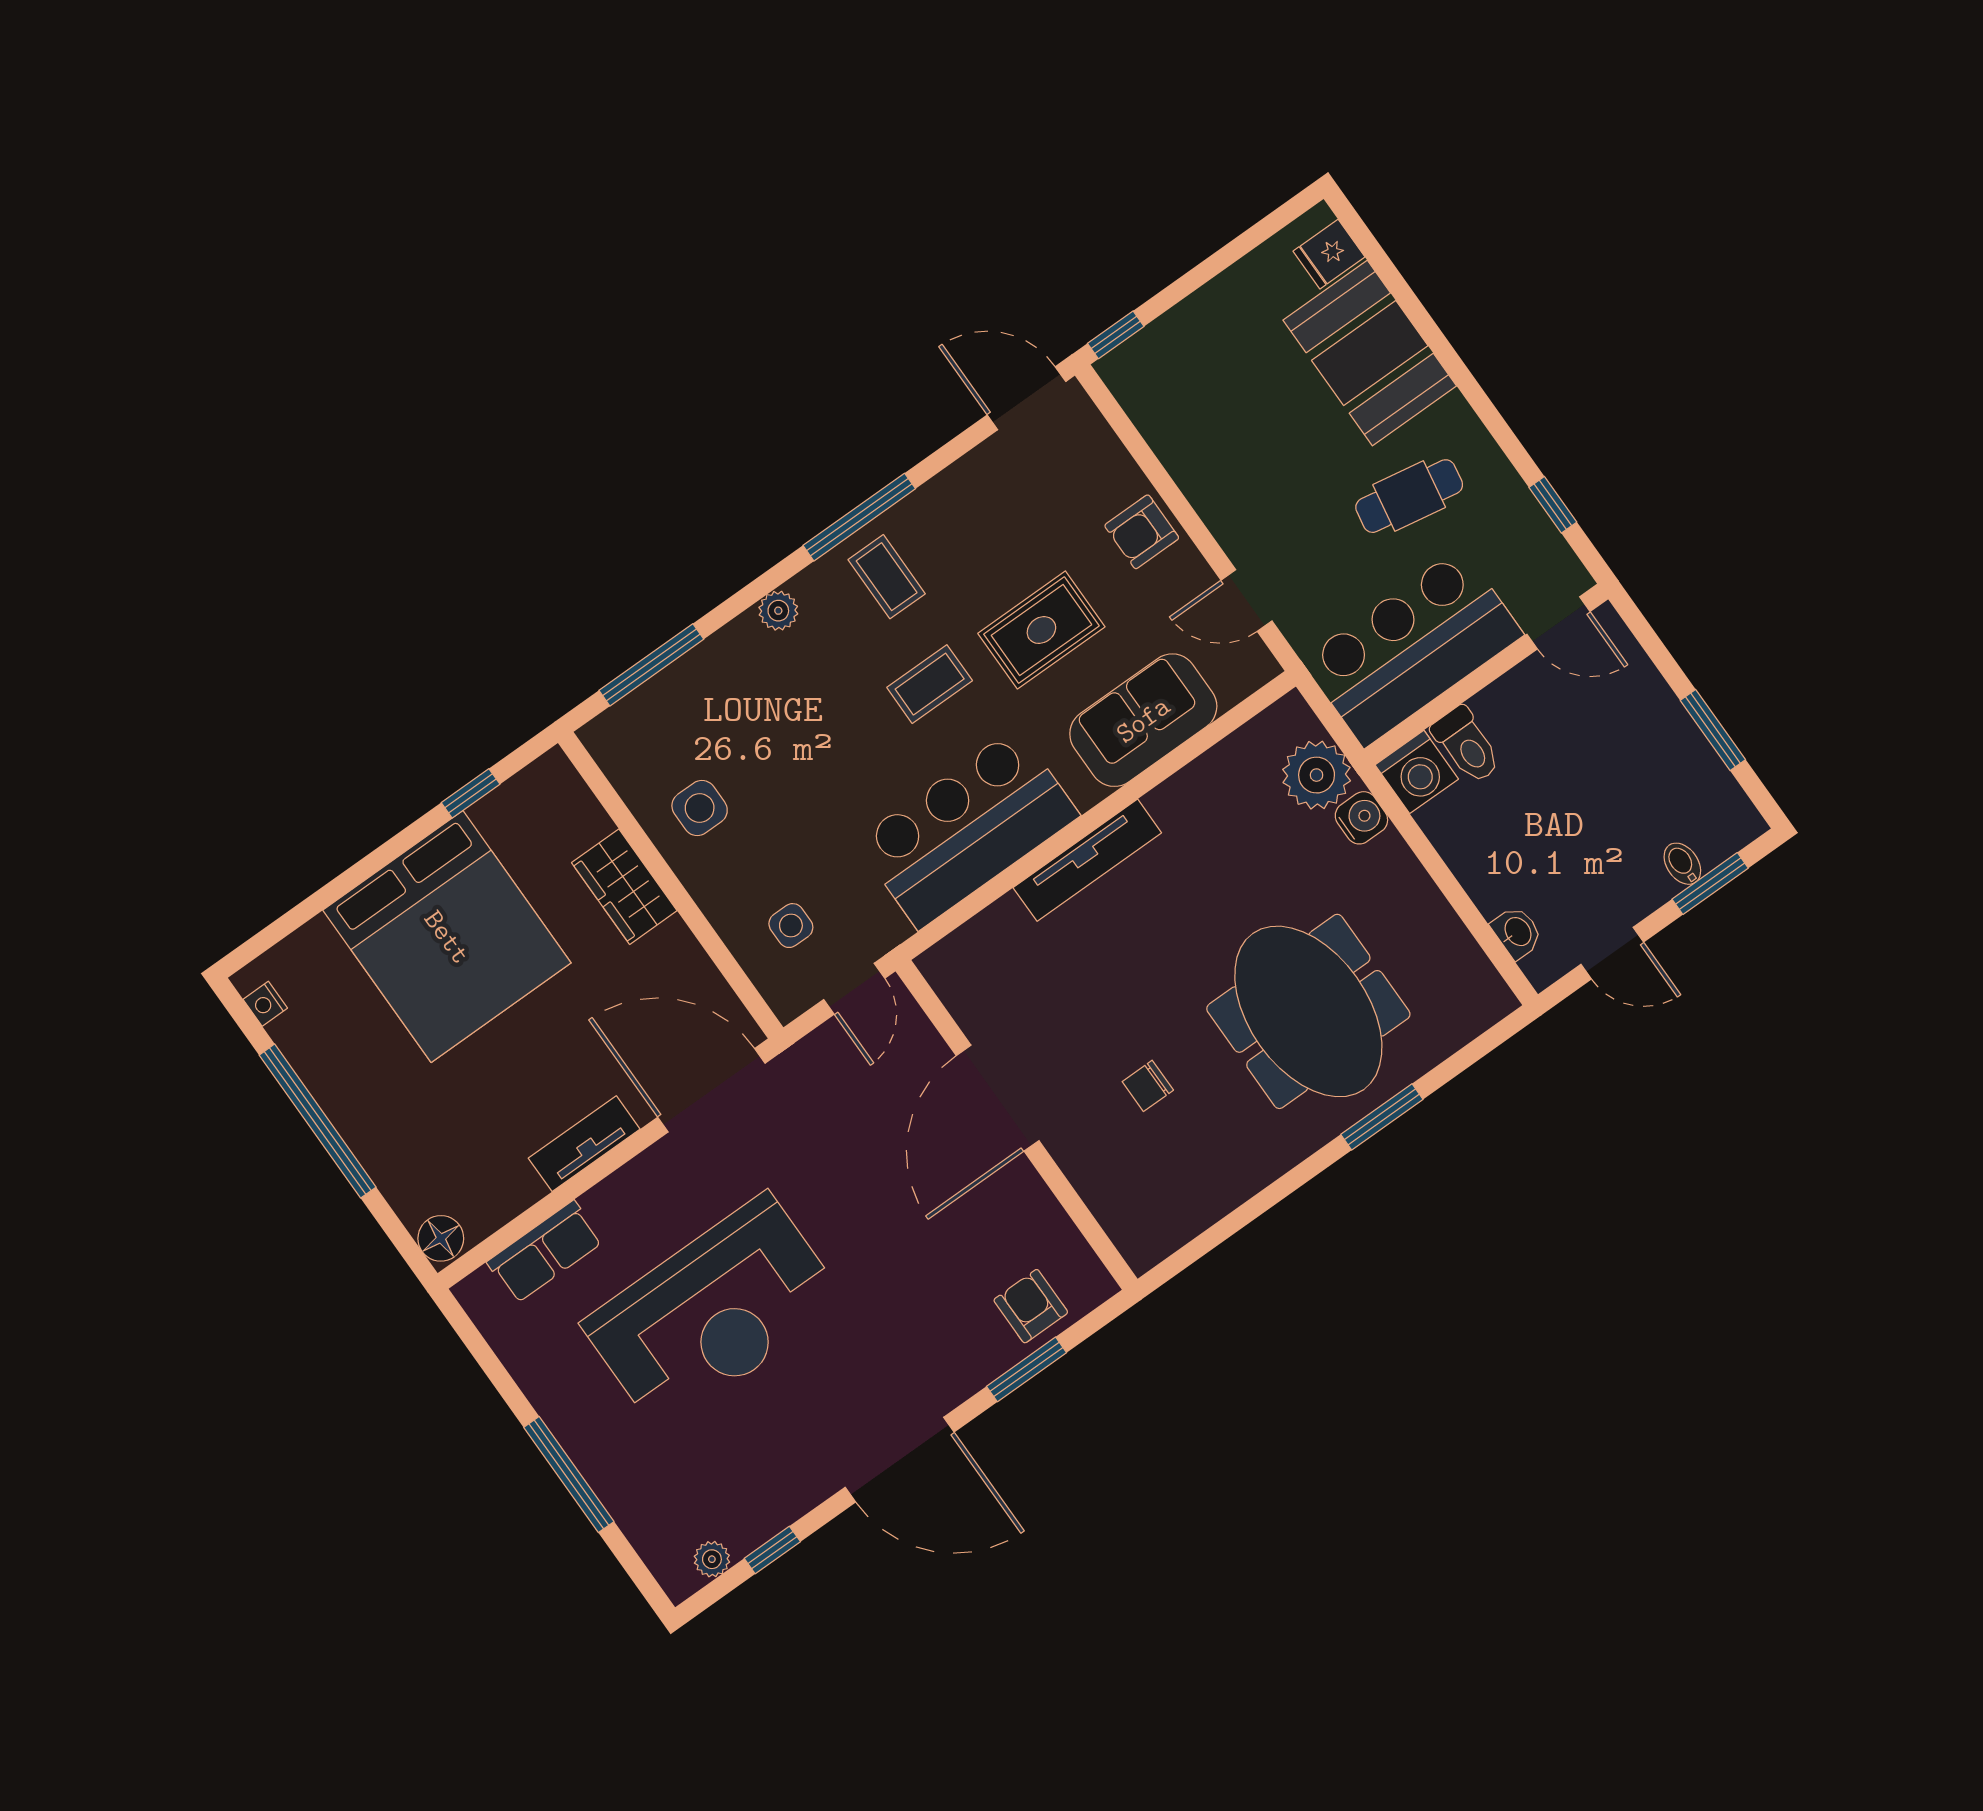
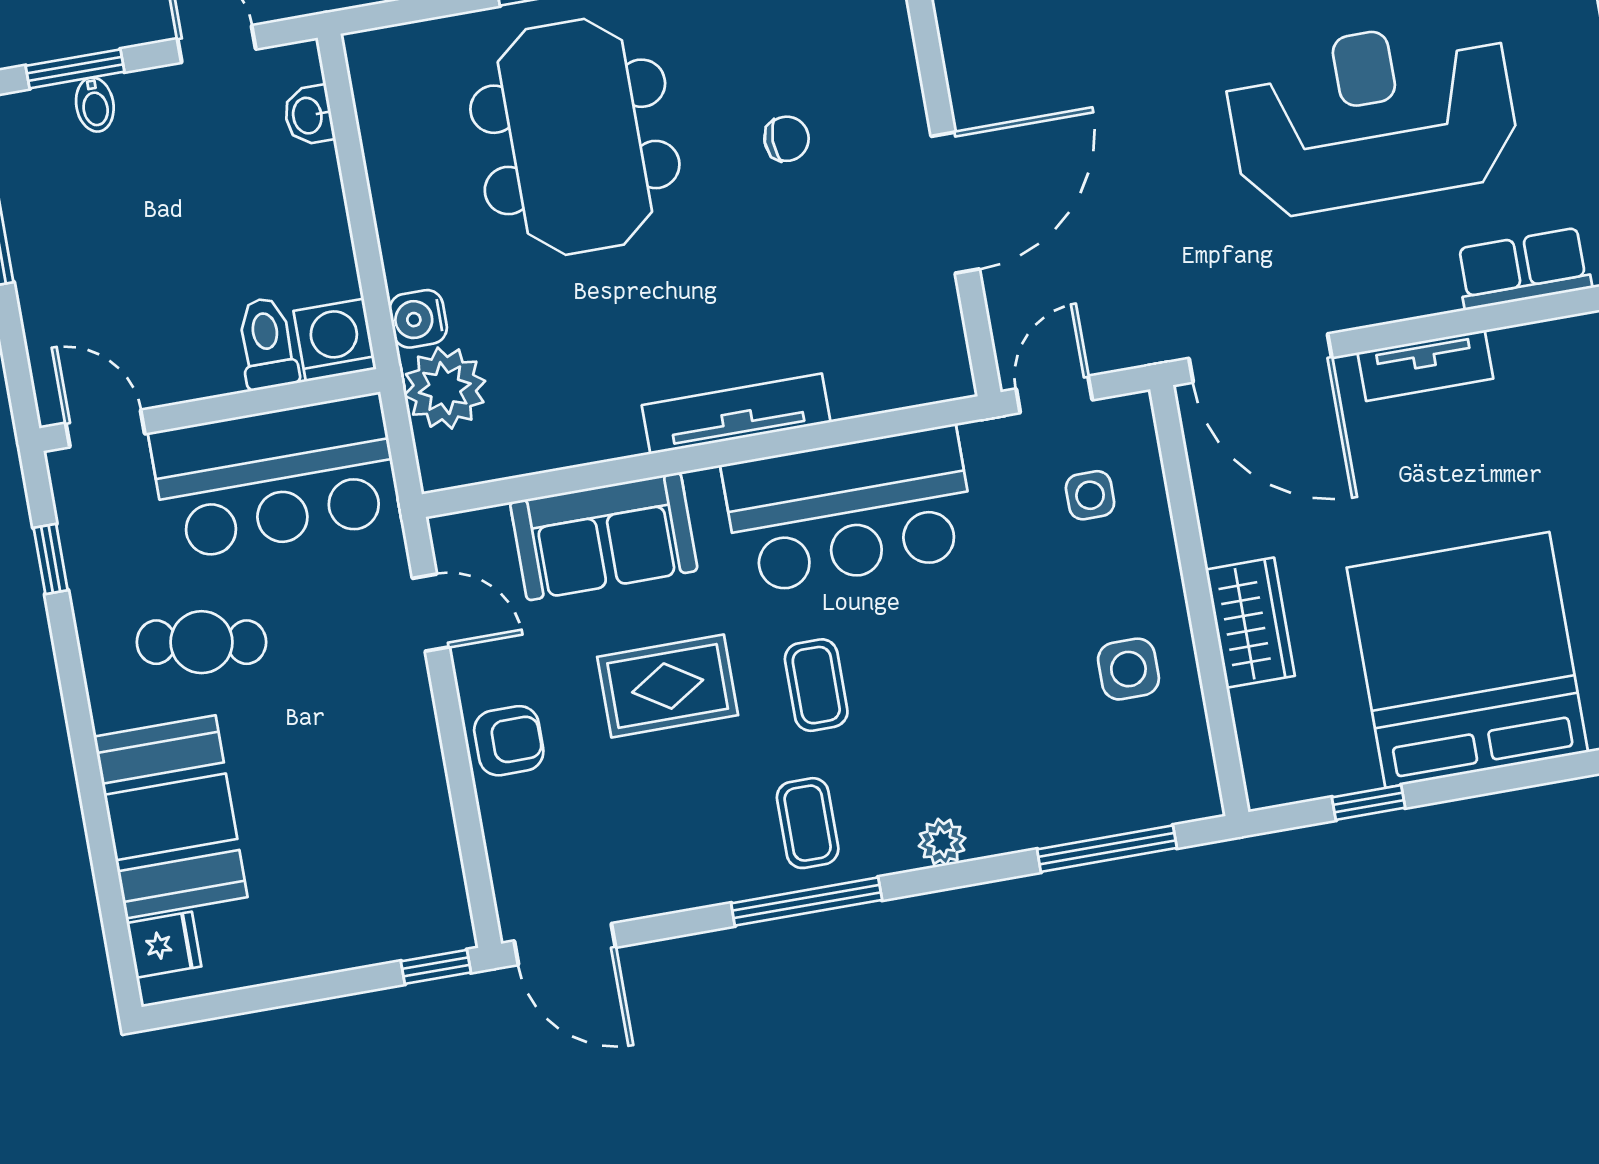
coffee table: (930, 684) -> (816, 685), turned 90

